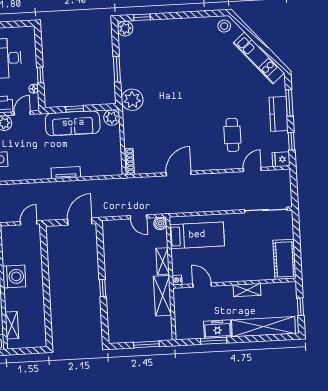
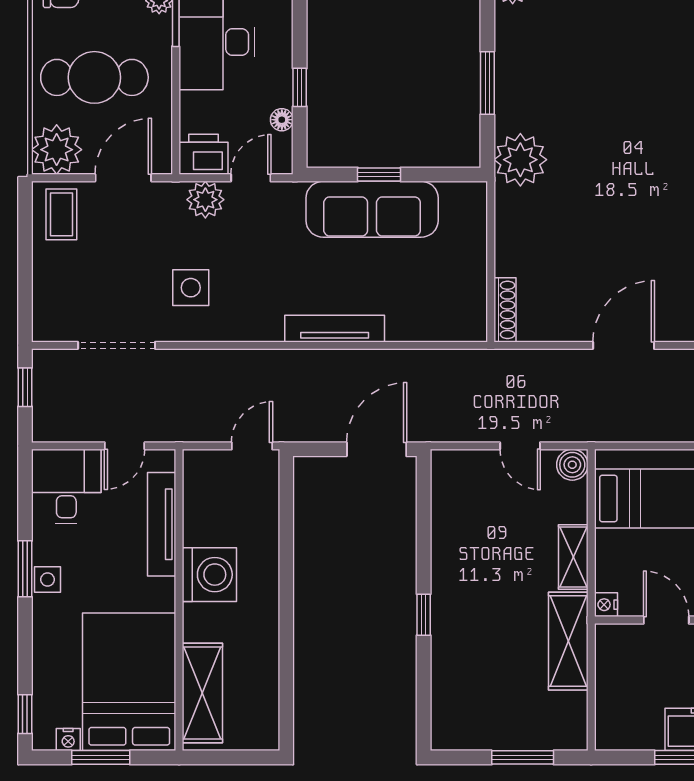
plant: (112, 117) -> (468, 200), removed
tv unit: (66, 173) -> (335, 329), width x1.41
shelving: (12, 325) -> (202, 693), width x1.50, depth x1.33

